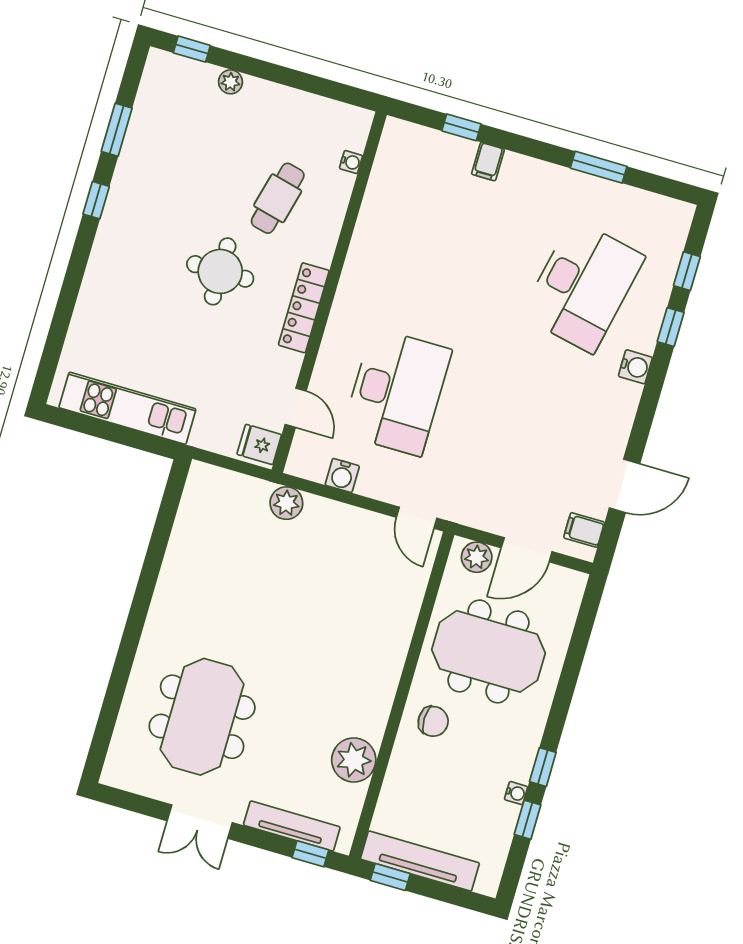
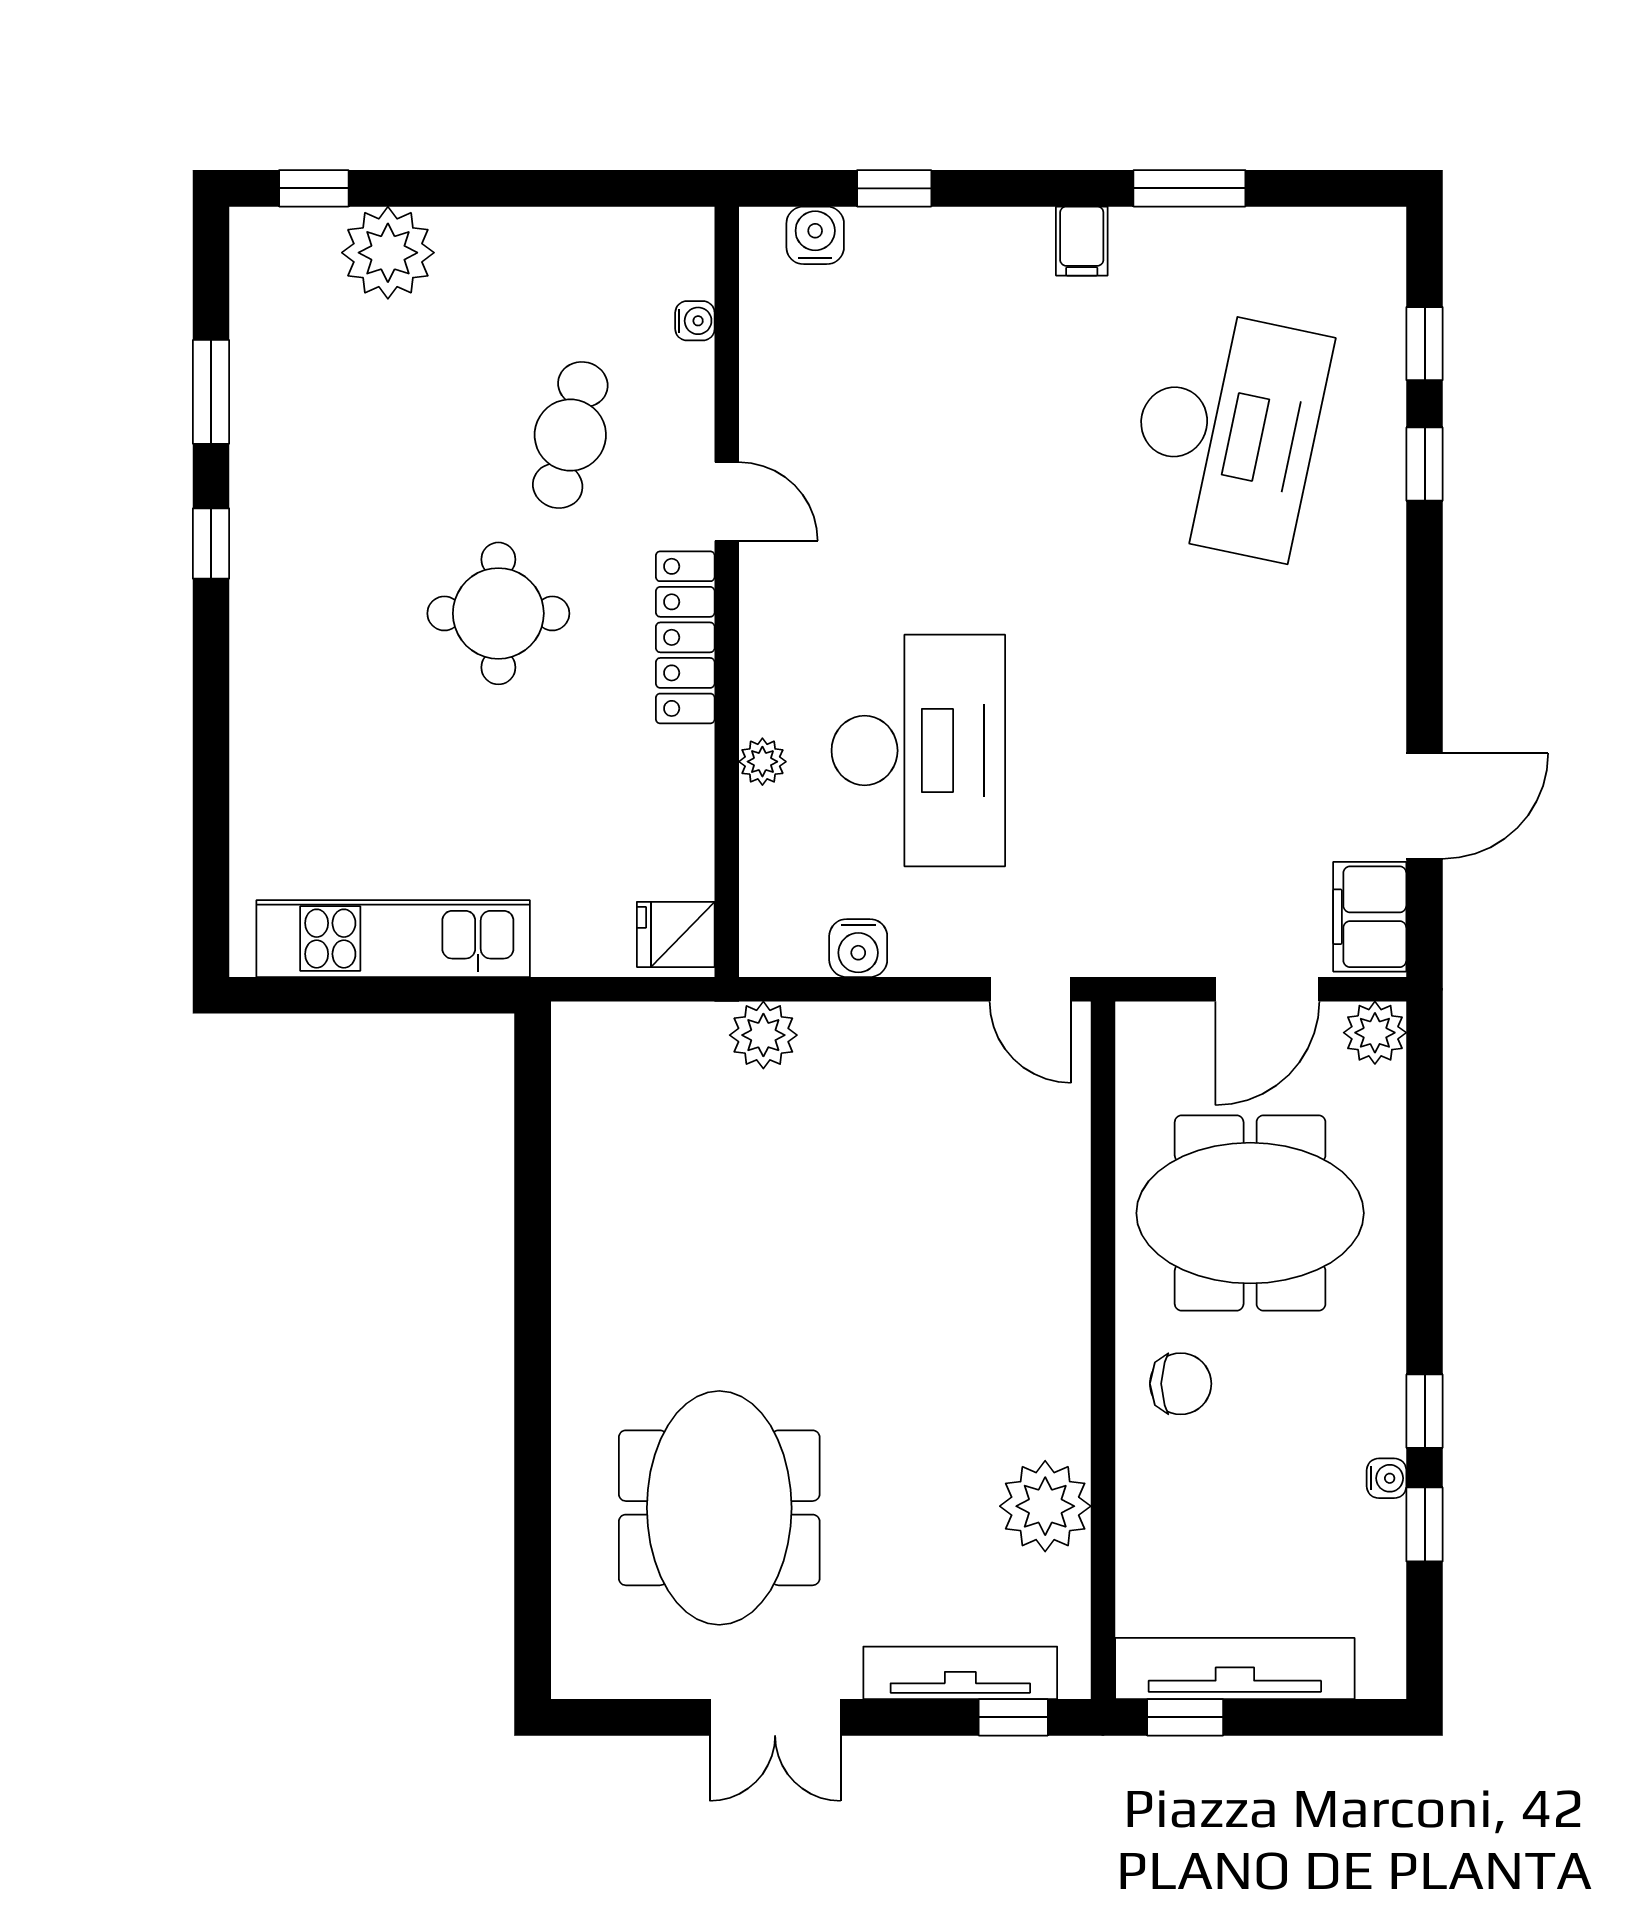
plant: (231, 82) -> (388, 253), width x1.87, depth x1.87
filing cabinet: (488, 162) -> (1082, 241), moved
water cooler: (635, 367) -> (815, 235), moved, turned -90
plant: (323, 376) -> (762, 762), added
door: (296, 408) -> (727, 502), moved
filing cabinet: (584, 530) -> (1370, 917), width x2.00
plant: (477, 557) -> (1375, 1033), moved

